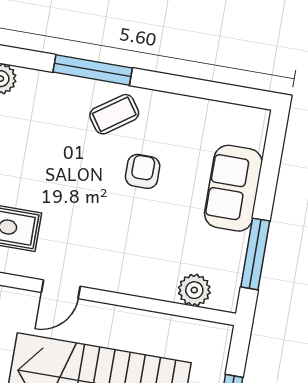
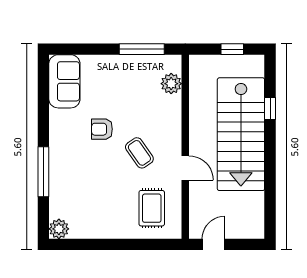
coffee table: (114, 114) -> (139, 153), moved
sofa: (233, 188) -> (64, 81), moved, turned -90

